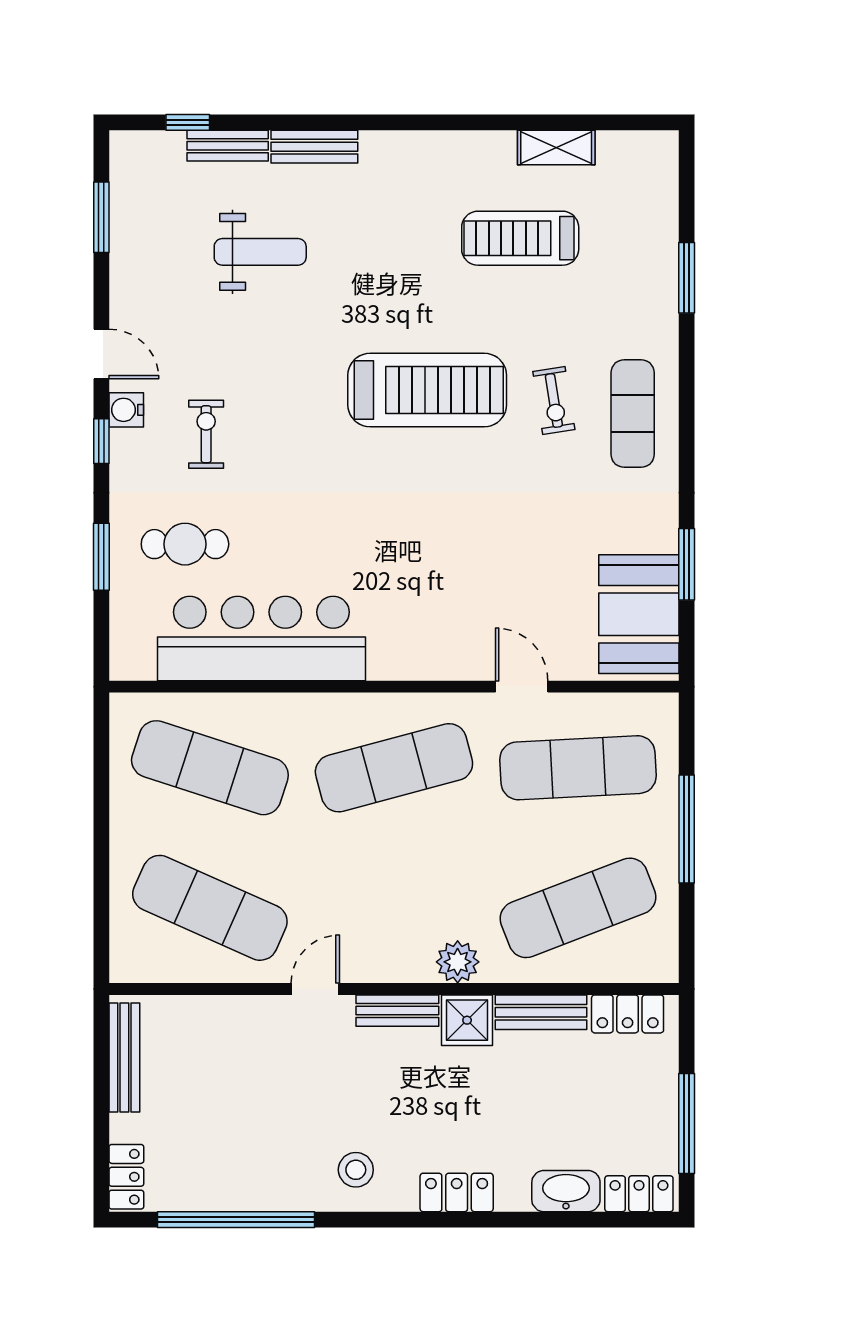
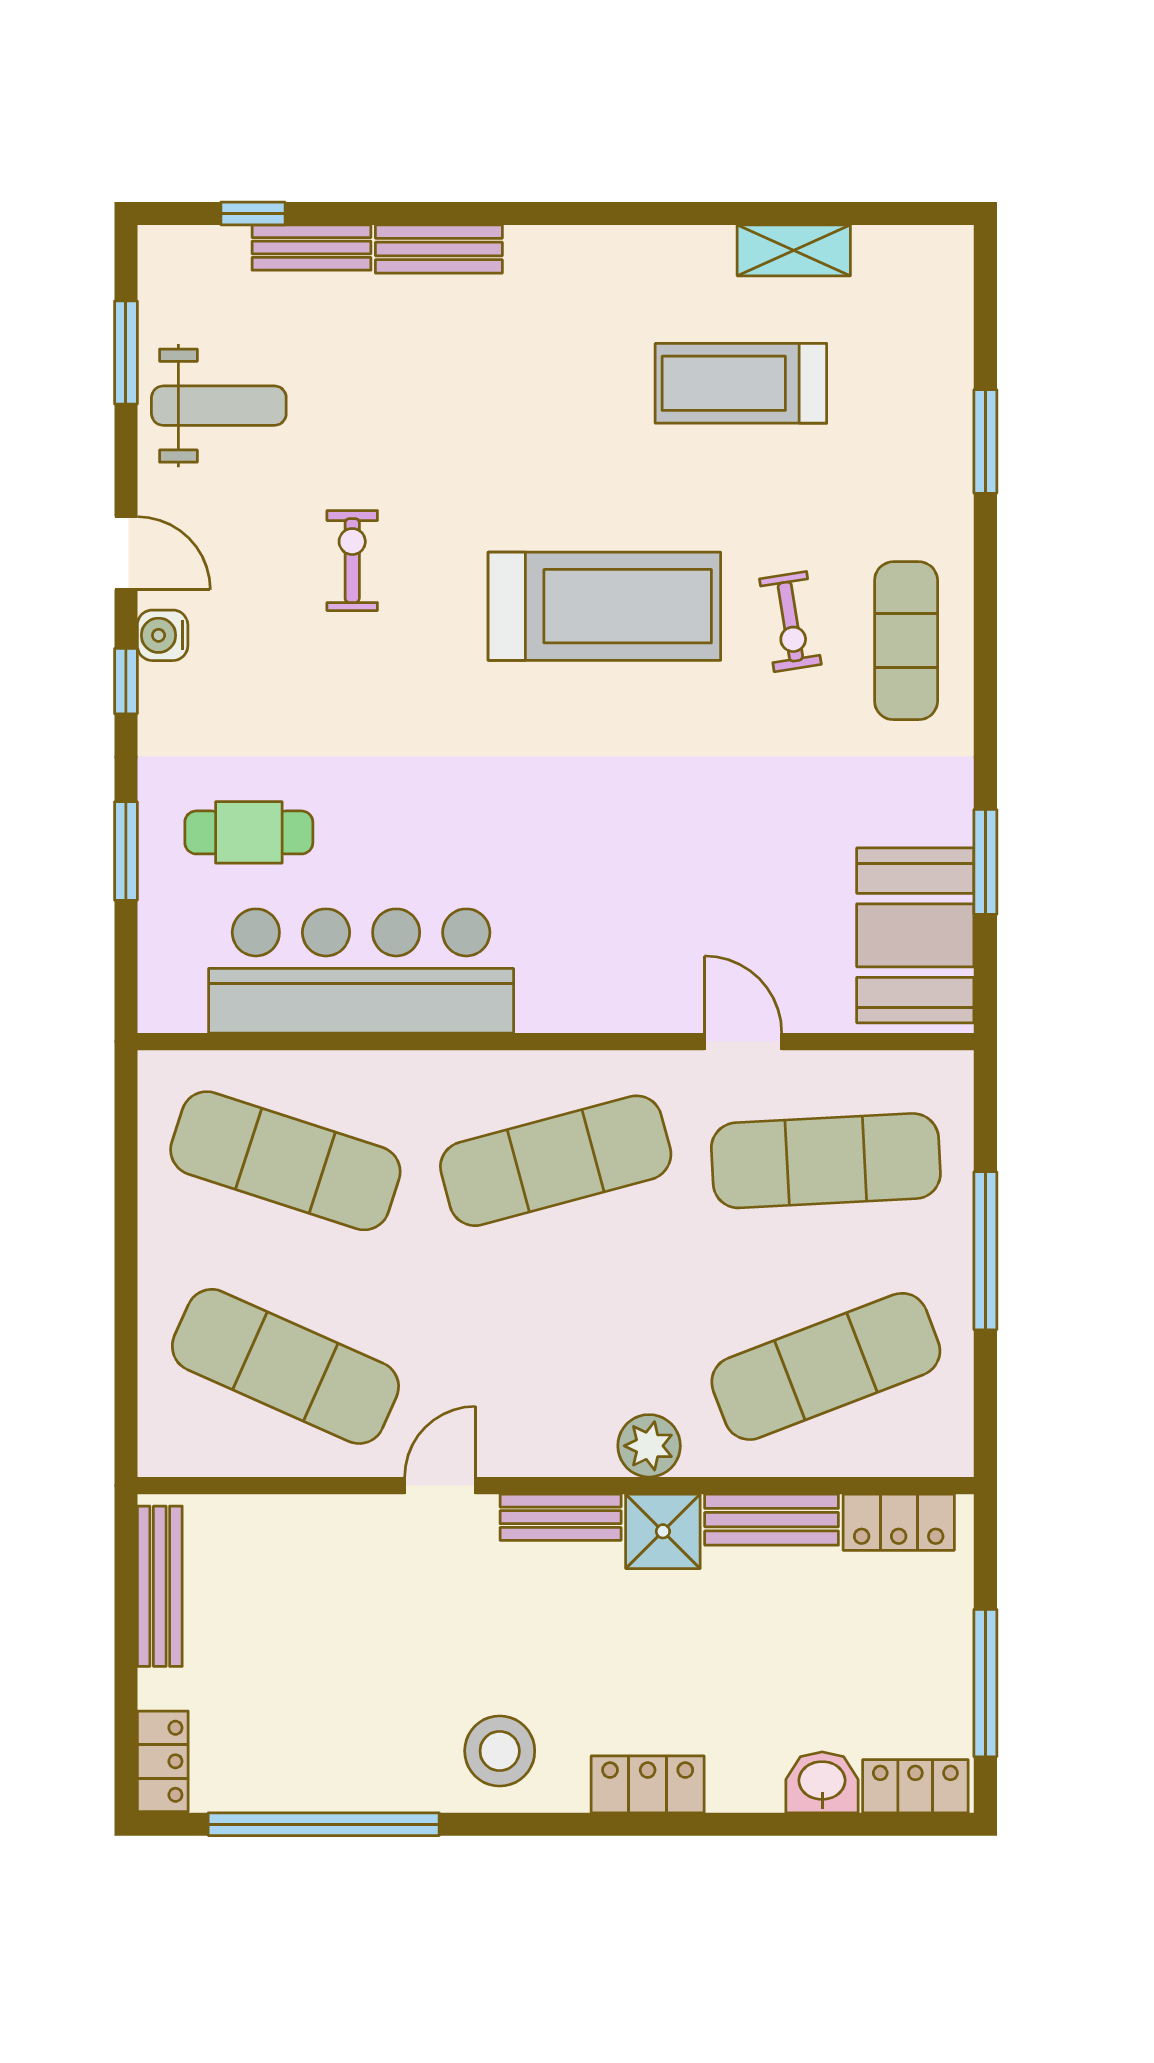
weight bench: (260, 252) -> (219, 406), moved
exercise bike: (206, 434) -> (352, 561), moved
stool: (356, 1170) -> (500, 1751), width x1.38, depth x1.38
washbasin: (566, 1191) -> (822, 1782), width x0.72

